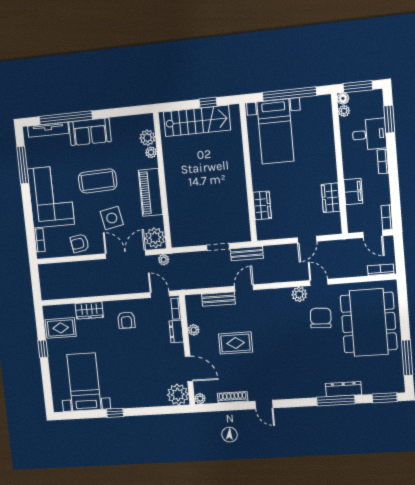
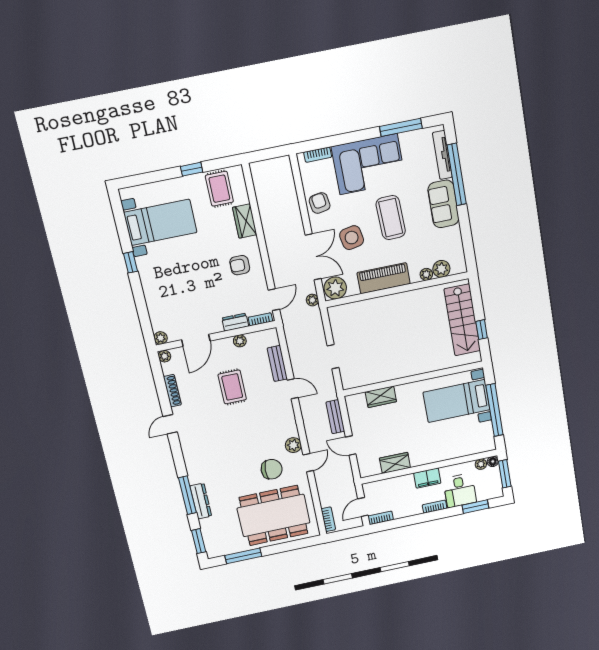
filing cabinet: (353, 191) -> (427, 478), moved
bench: (247, 254) -> (335, 417), moved
plant: (178, 394) -> (161, 338), width x0.53, depth x0.53

